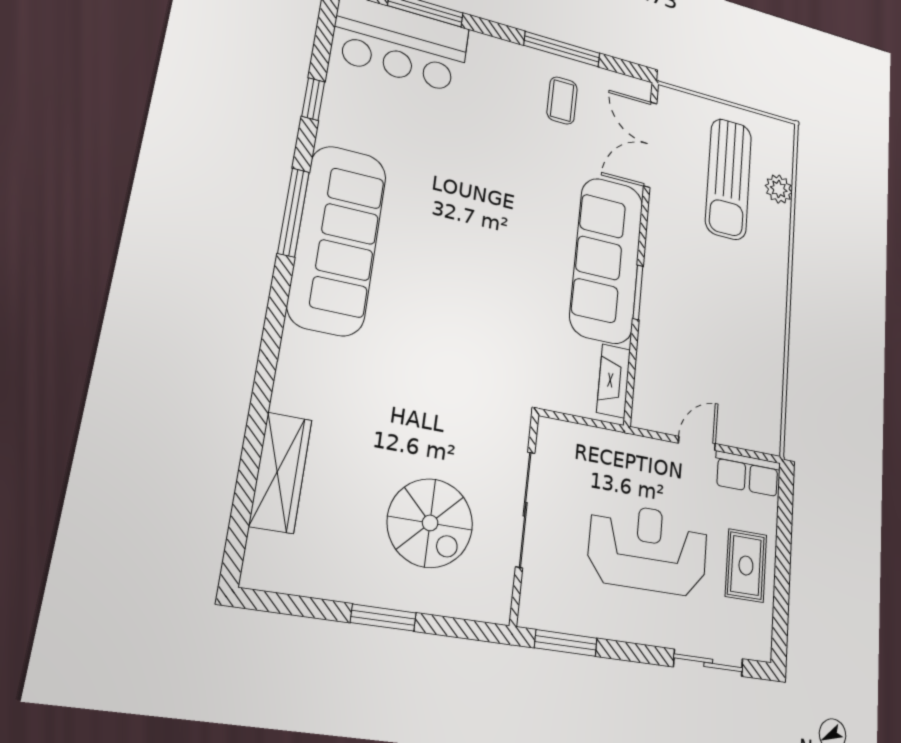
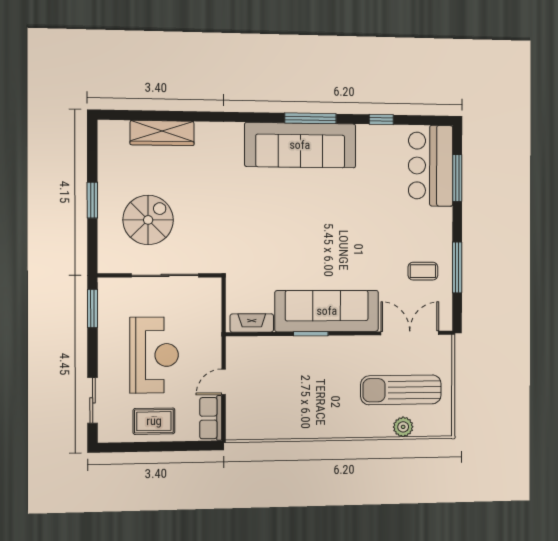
door: (697, 443) -> (224, 382), swing flipped
spiral stairs: (430, 523) -> (148, 220), turned 180

